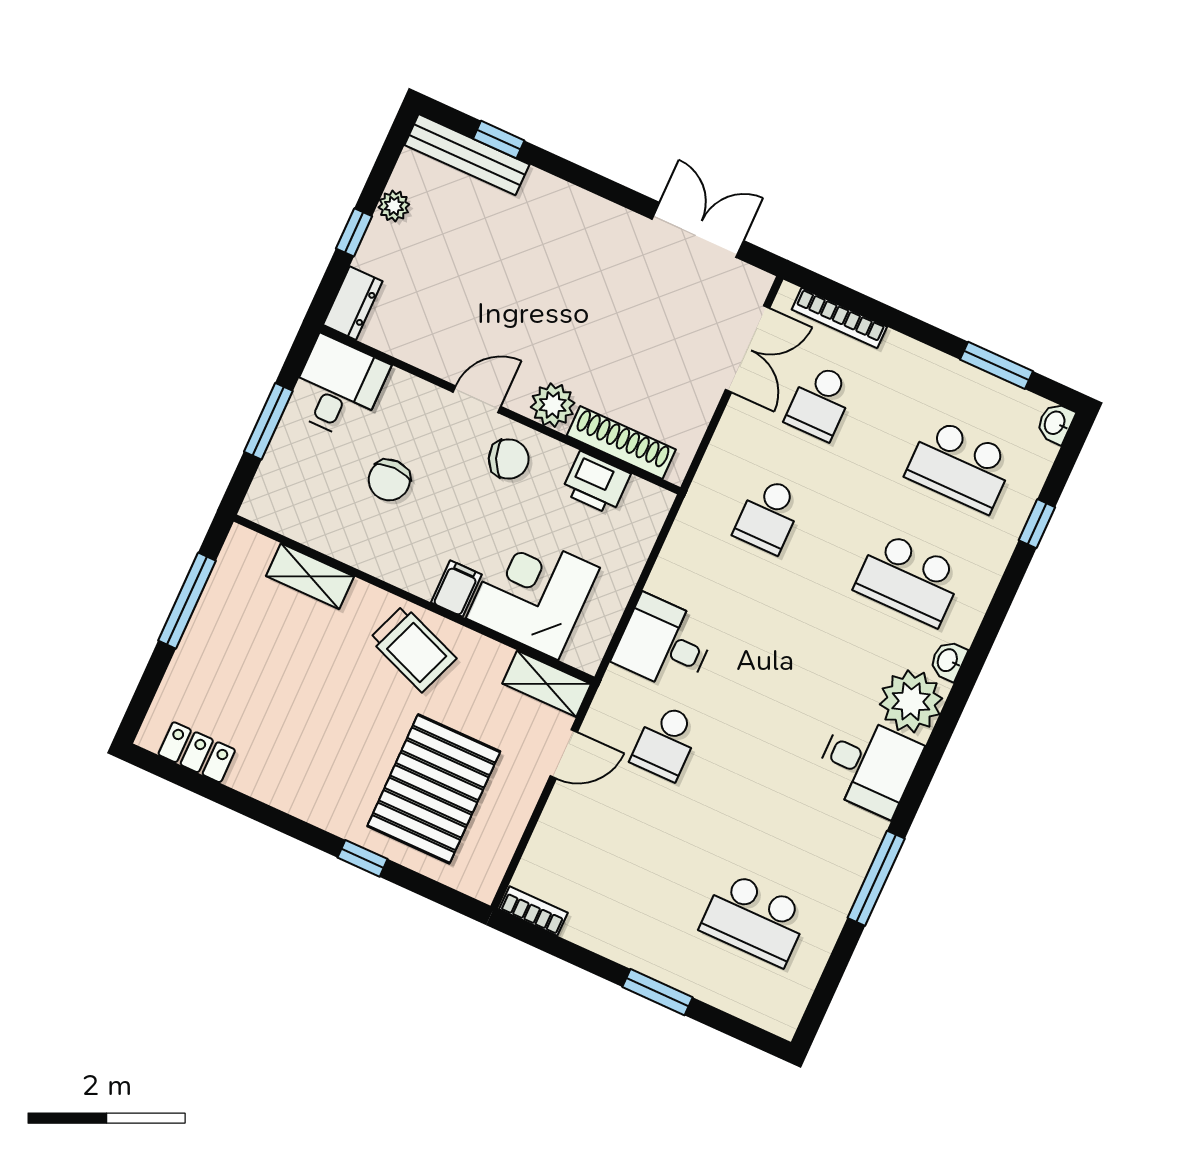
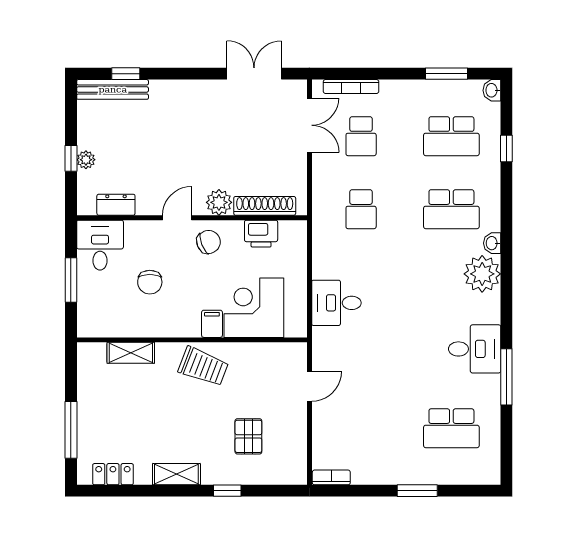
plant: (394, 206) -> (86, 160), moved
dresser: (353, 303) -> (116, 205), moved, turned -90
window: (187, 601) -> (71, 430), moved
shelving: (547, 684) -> (176, 474), moved
school desk: (666, 742) -> (361, 355), removed
desk: (868, 765) -> (475, 349), moved
pallet: (434, 789) -> (248, 436), width x0.49, depth x0.50

